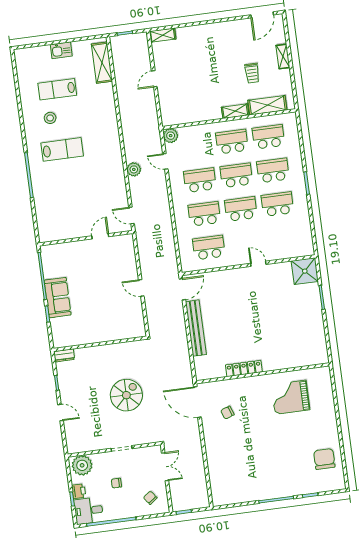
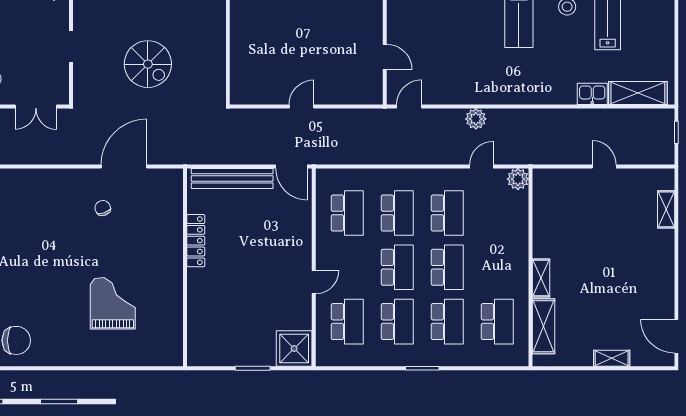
shelving: (163, 35) -> (666, 209), moved
kitchen sink: (61, 50) -> (592, 94), moved, turned 90
trolley: (252, 73) -> (593, 310), removed
school desk: (232, 142) -> (347, 322), moved
locker: (244, 368) -> (196, 241), moved
wall: (263, 373) -> (185, 267), moved
chair: (116, 483) -> (21, 32), removed

